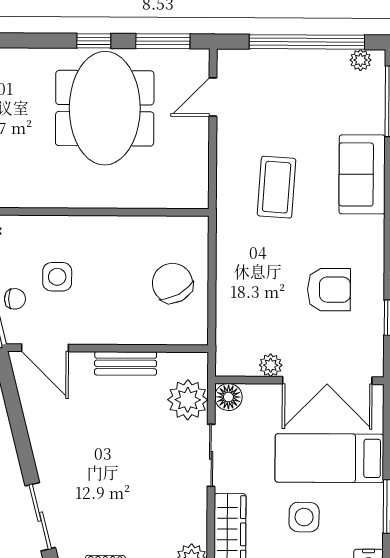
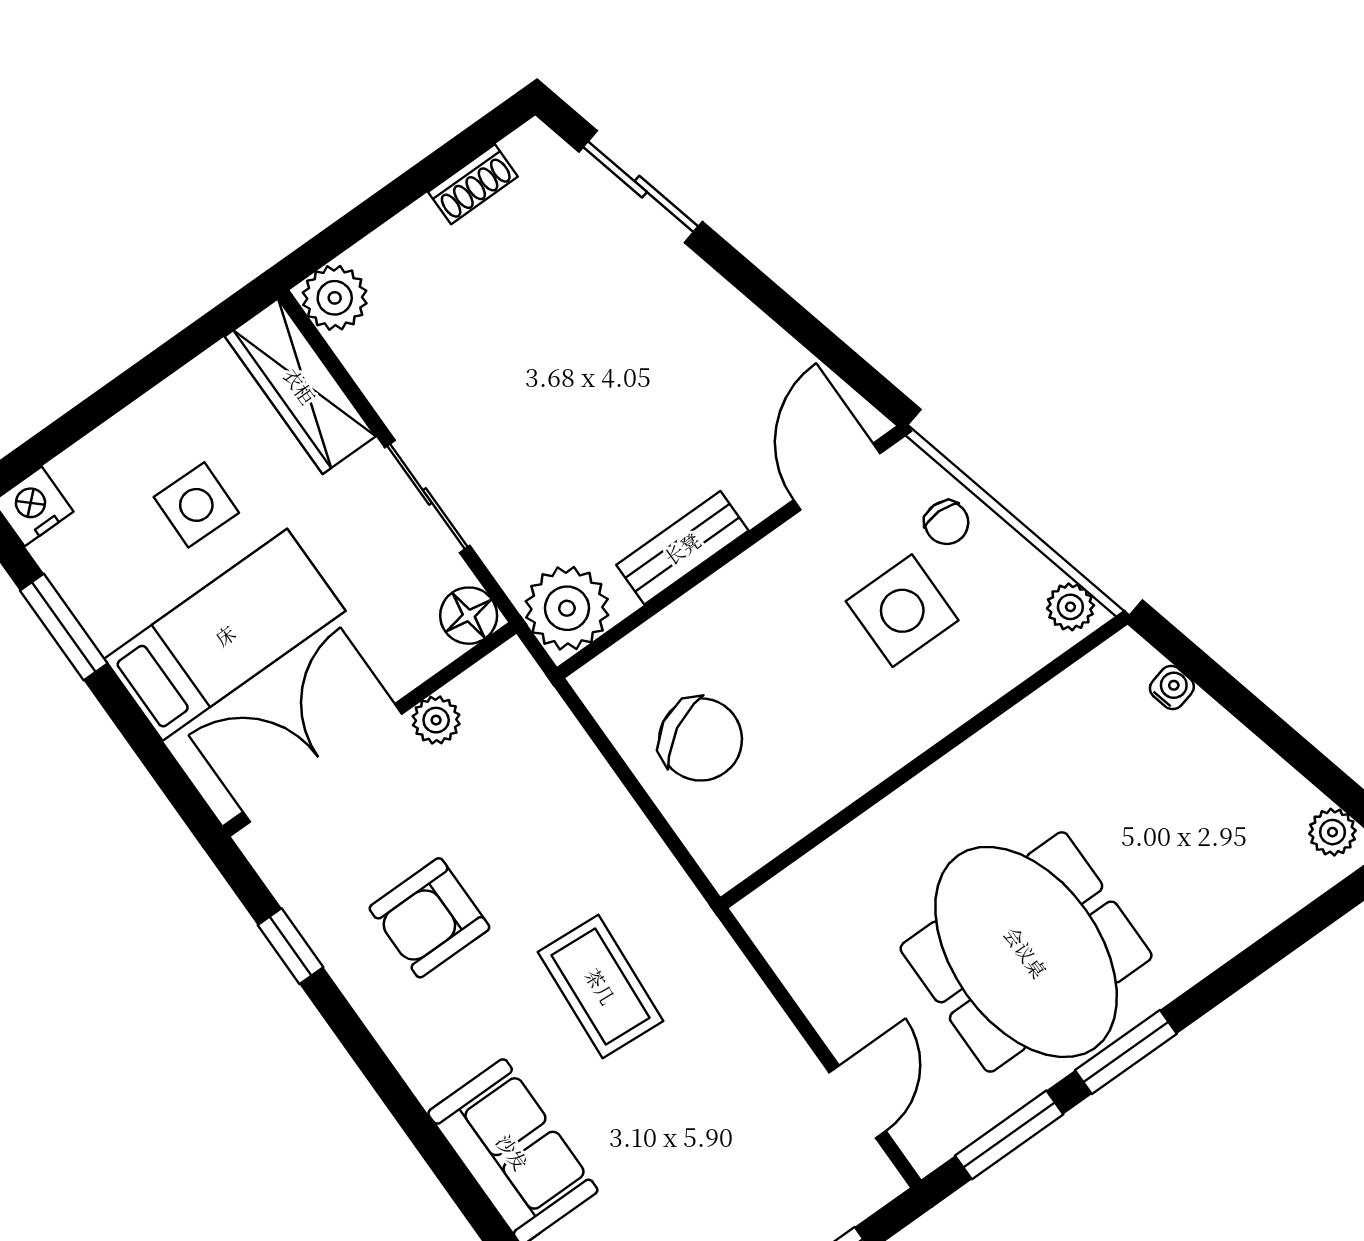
window: (94, 41) -> (1126, 1052), width x1.50
coffee table: (277, 187) -> (601, 986), moved
side table: (57, 277) -> (902, 611), width x1.37, depth x1.37
chair: (15, 299) -> (947, 523), turned -90
door: (45, 348) -> (837, 477), hinge flipped
plant: (188, 400) -> (567, 608), moved

